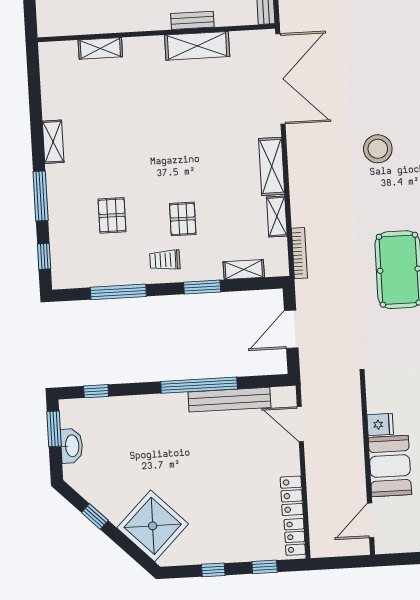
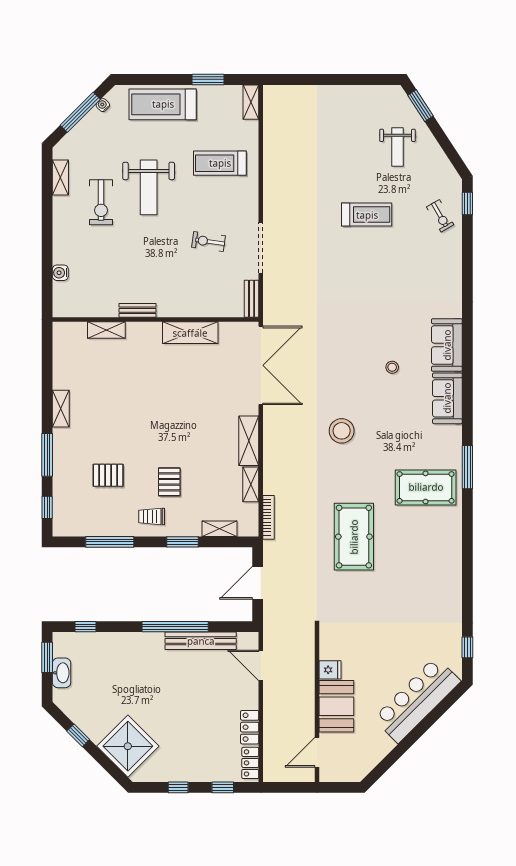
bench: (192, 20) -> (138, 310), moved
pallet: (112, 215) -> (108, 475), turned 90

